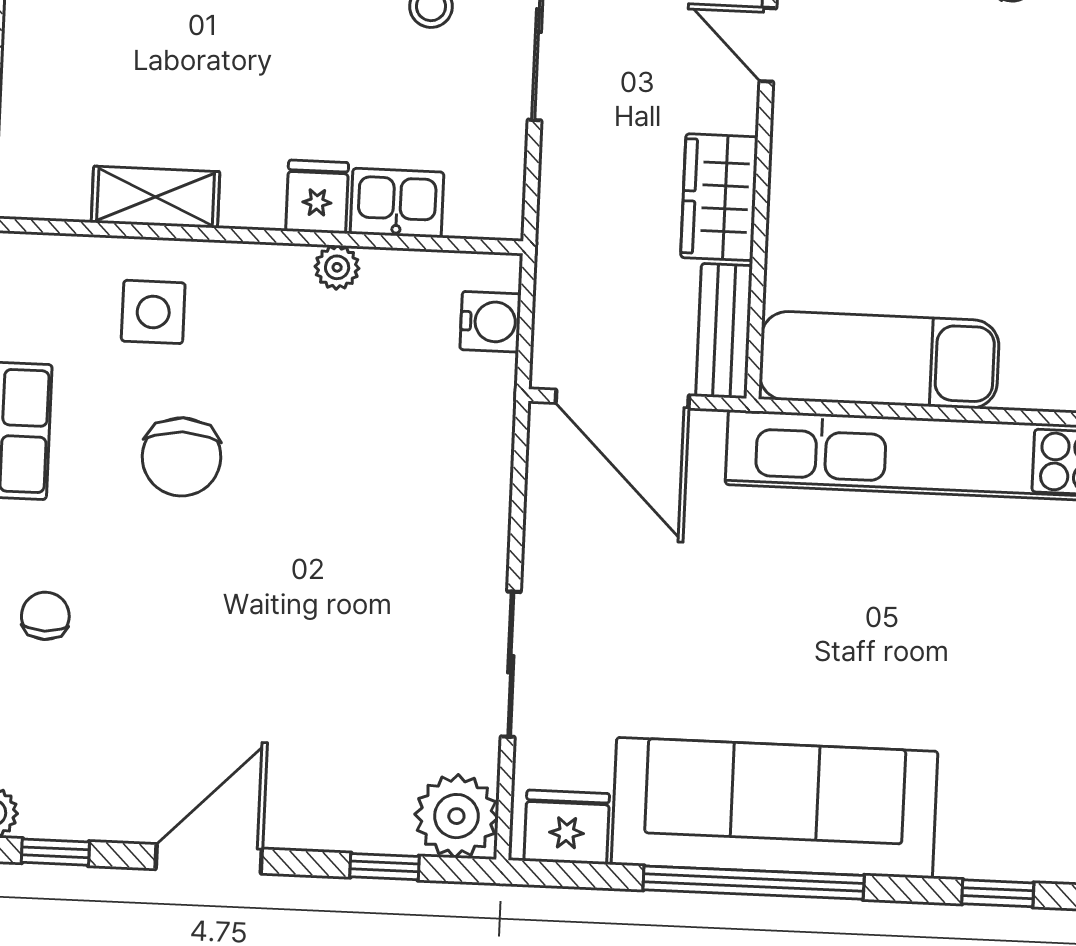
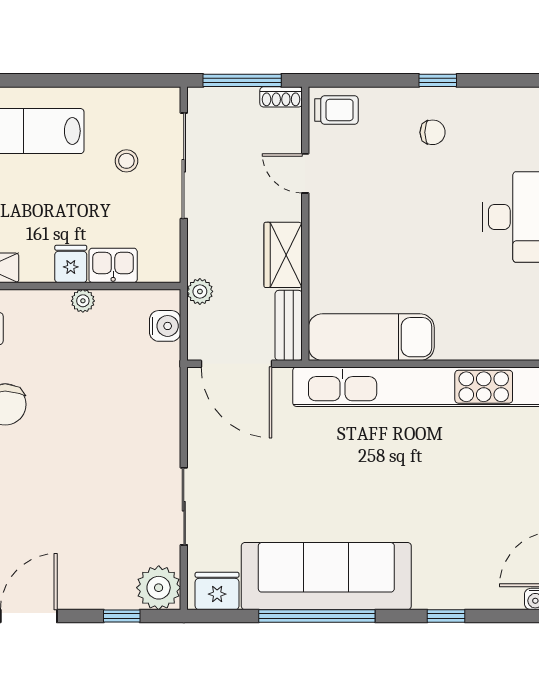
plant: (559, 259) -> (200, 291), added

